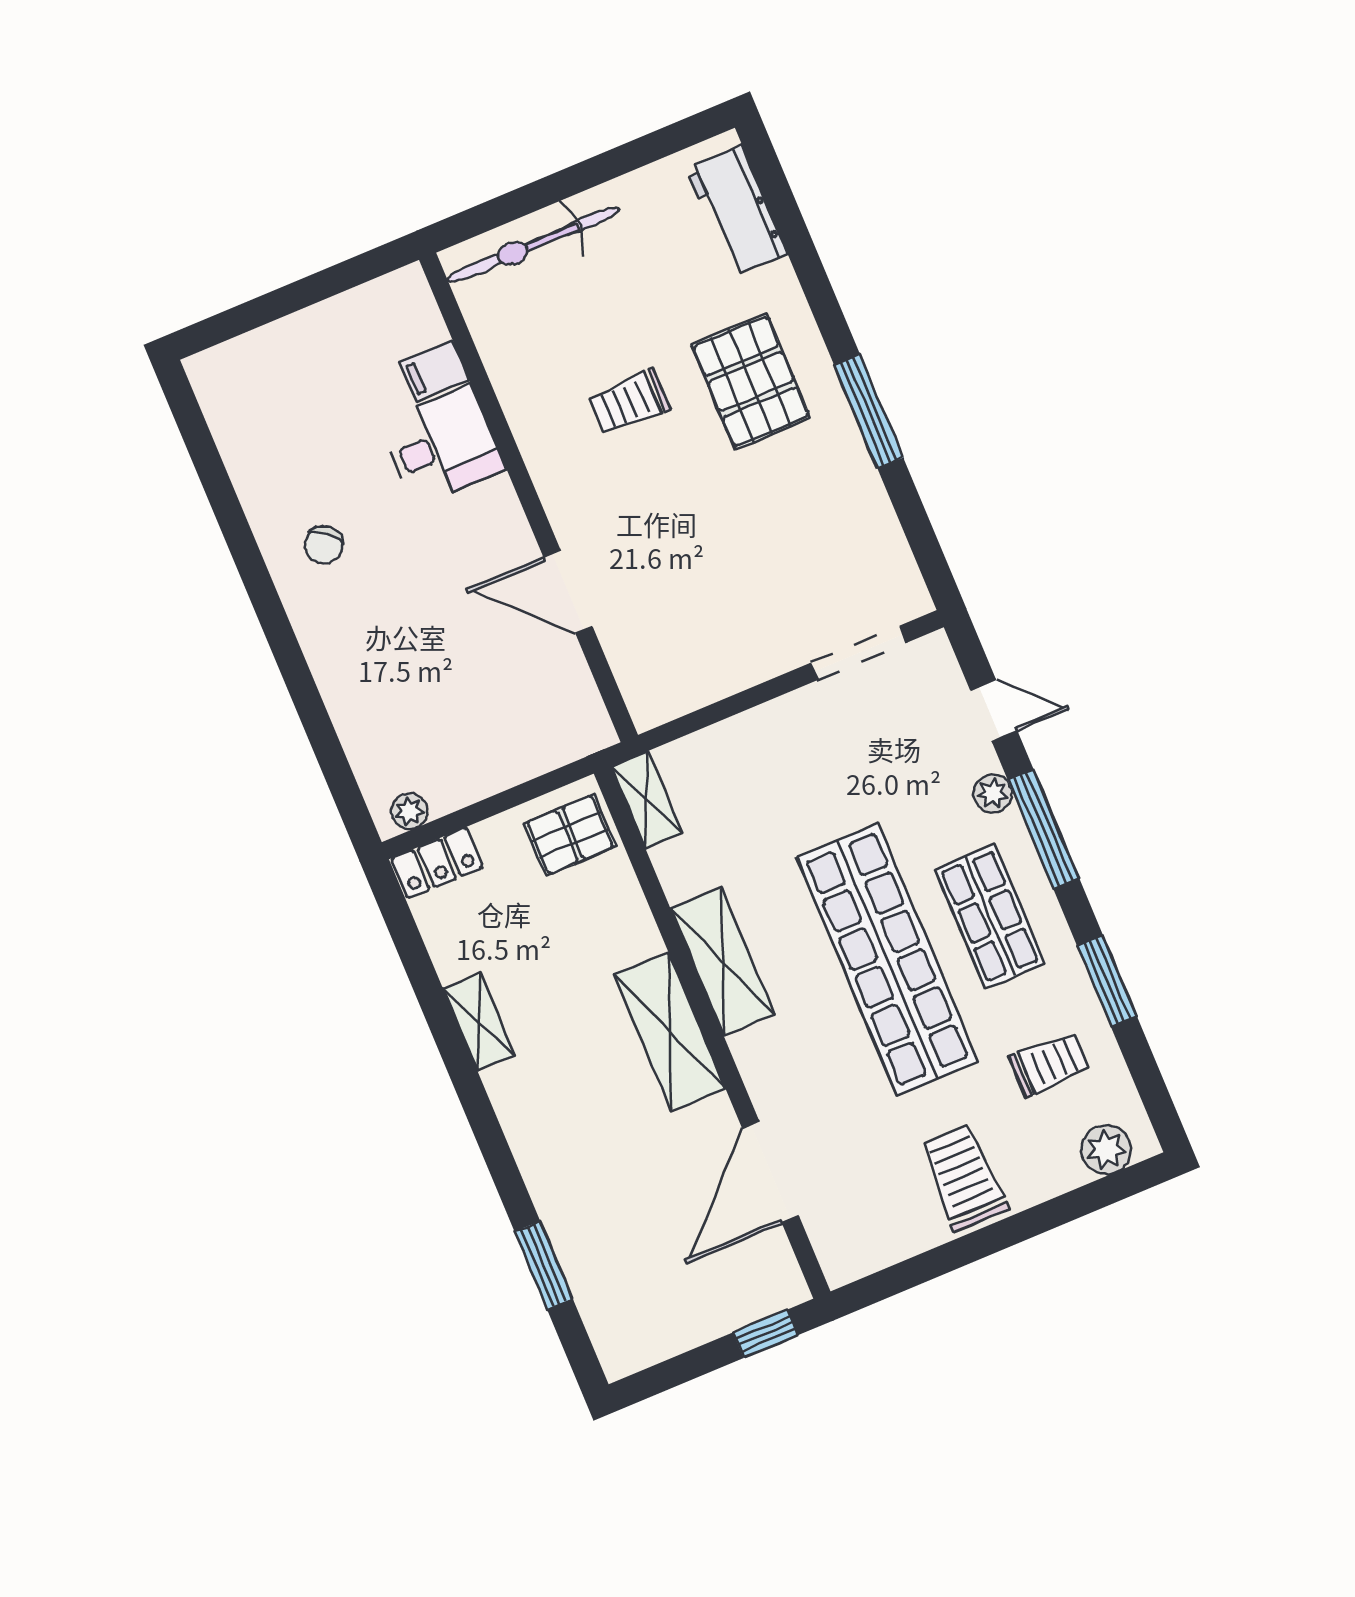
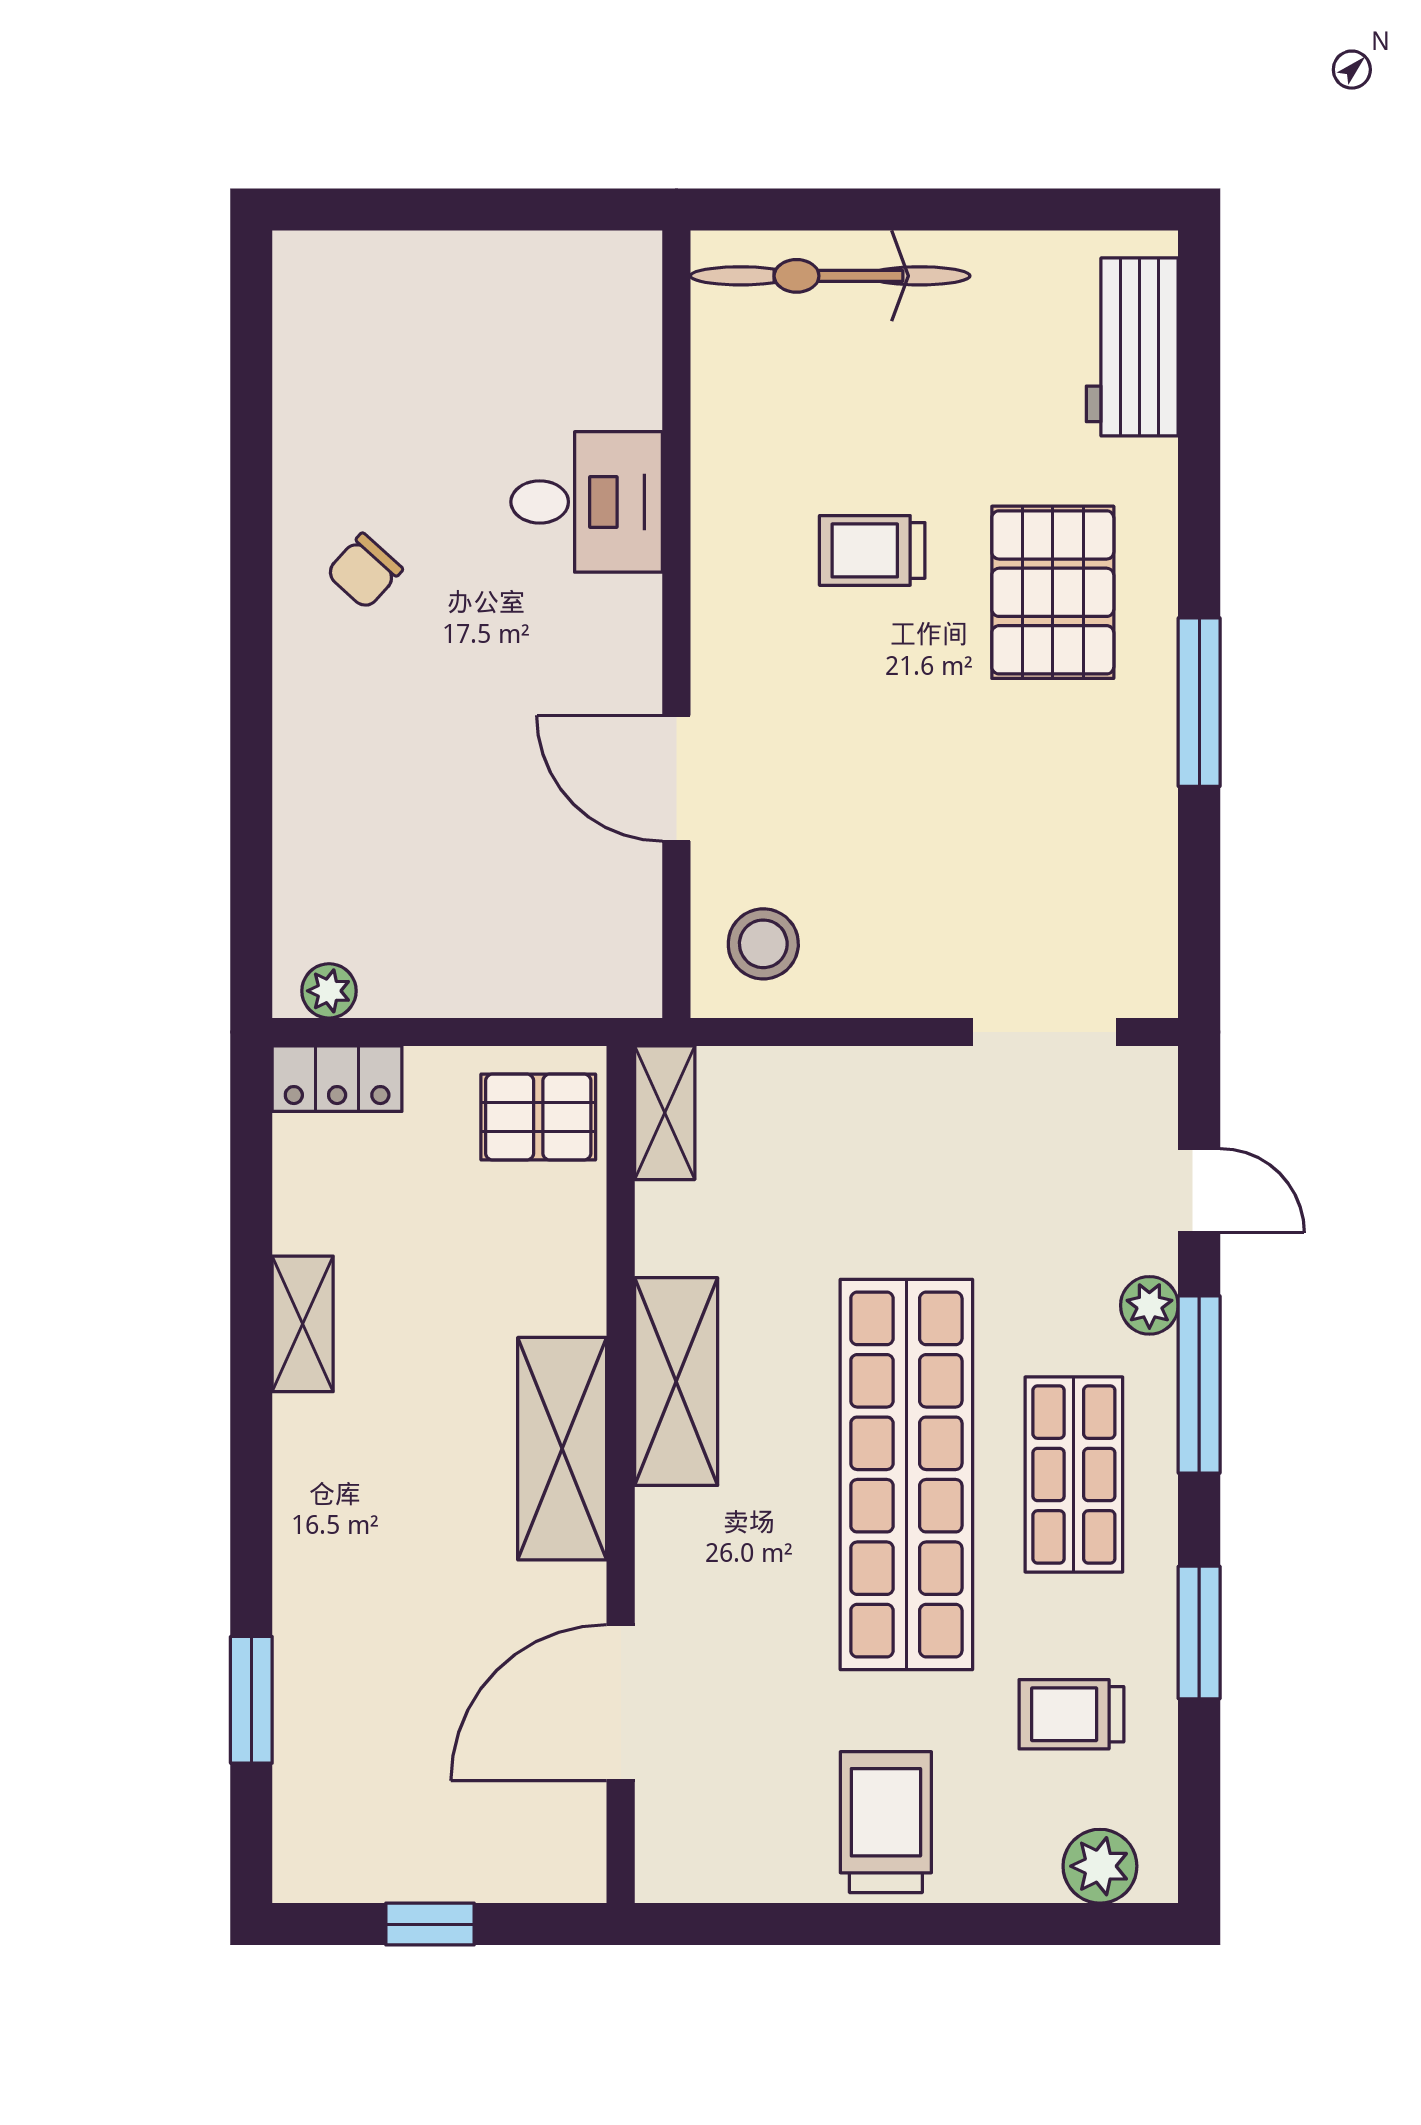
filing cabinet: (434, 371) -> (619, 394), removed
stool: (664, 671) -> (763, 944), added
trolley: (1050, 1064) -> (1071, 1714), turned 180
window: (766, 1334) -> (430, 1924), moved

